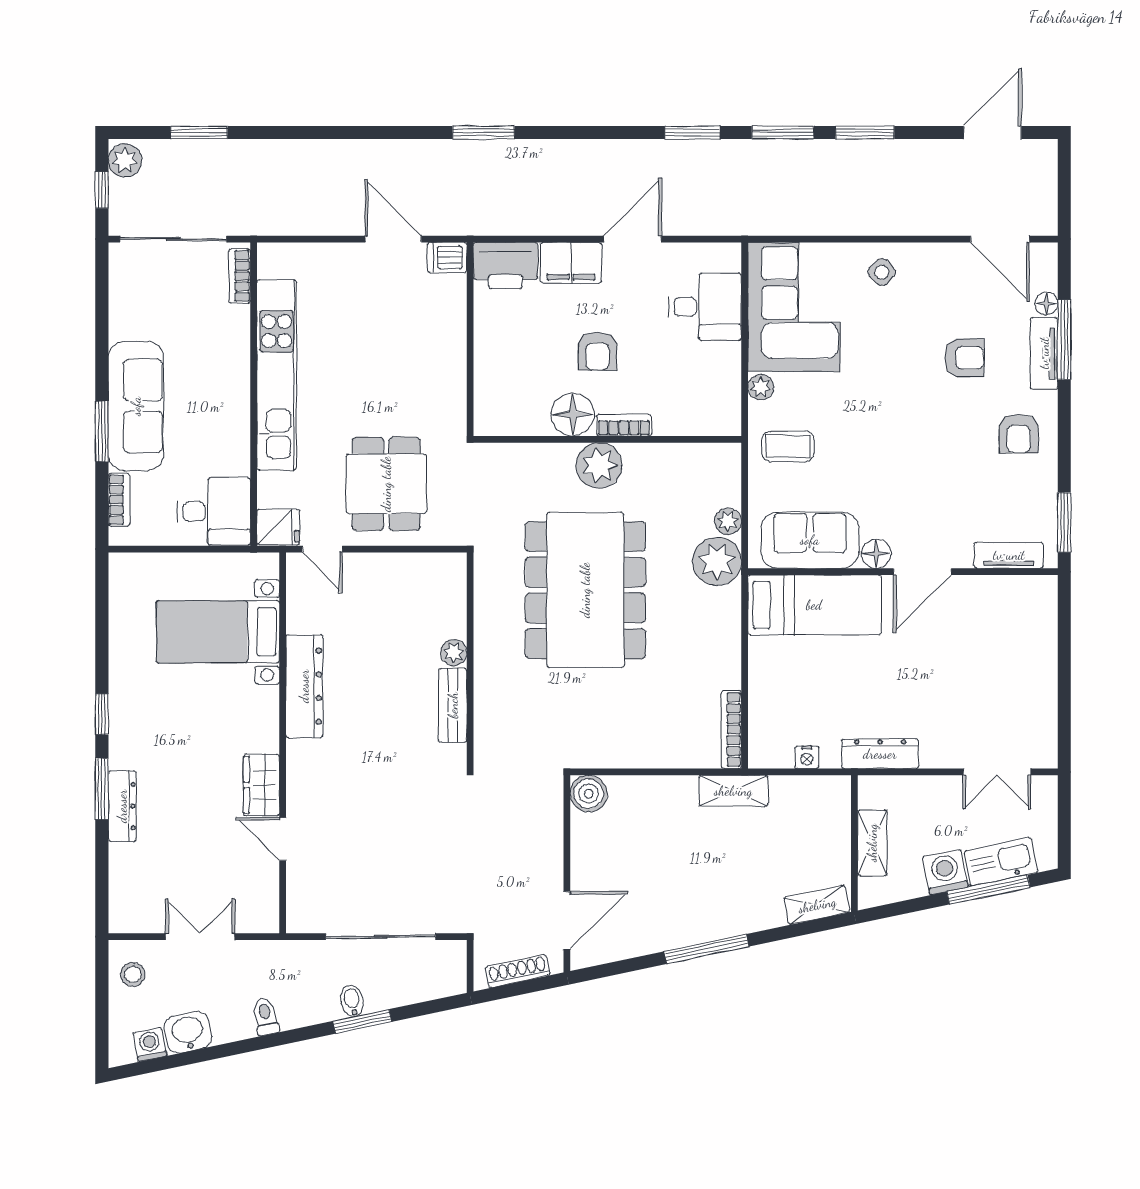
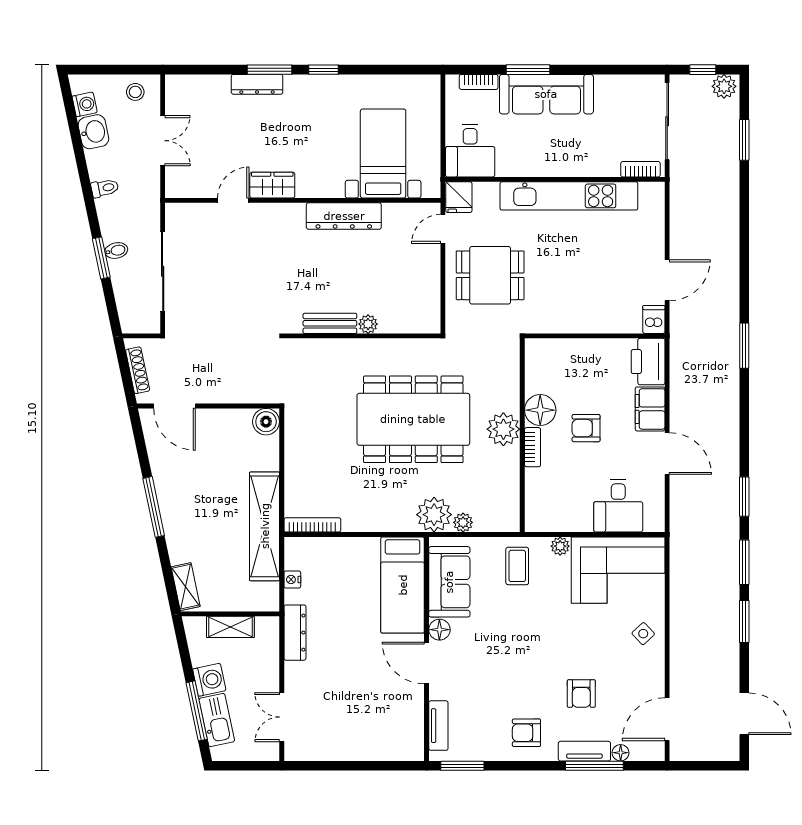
shelving: (733, 791) -> (265, 526), width x2.20, depth x1.33

